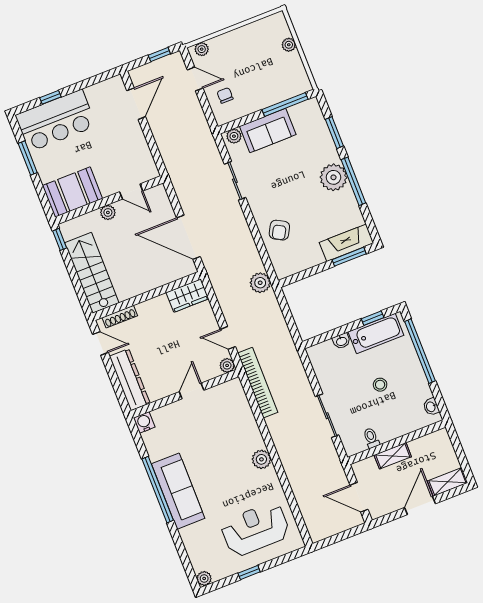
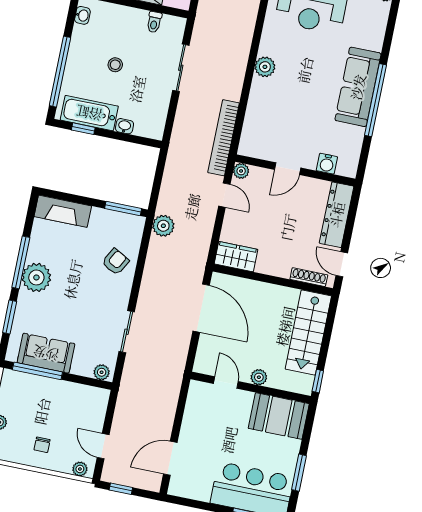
chair: (225, 95) -> (42, 445), moved
sofa: (268, 130) -> (46, 353), moved
window: (349, 257) -> (123, 208), moved
water cooler: (144, 422) -> (327, 164), moved

